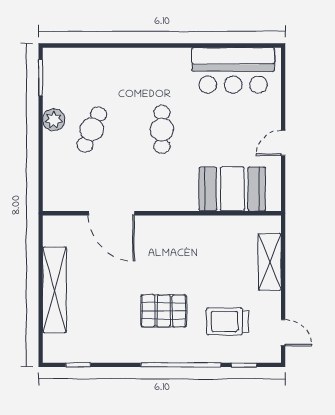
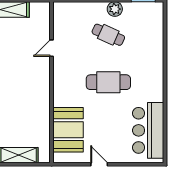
cafe table: (162, 129) -> (108, 82), width x1.37, depth x1.35
door: (112, 213) -> (52, 48), width x0.53

